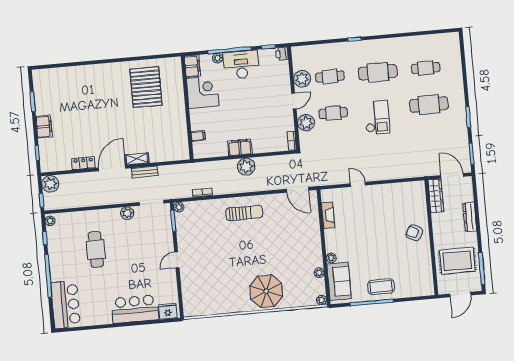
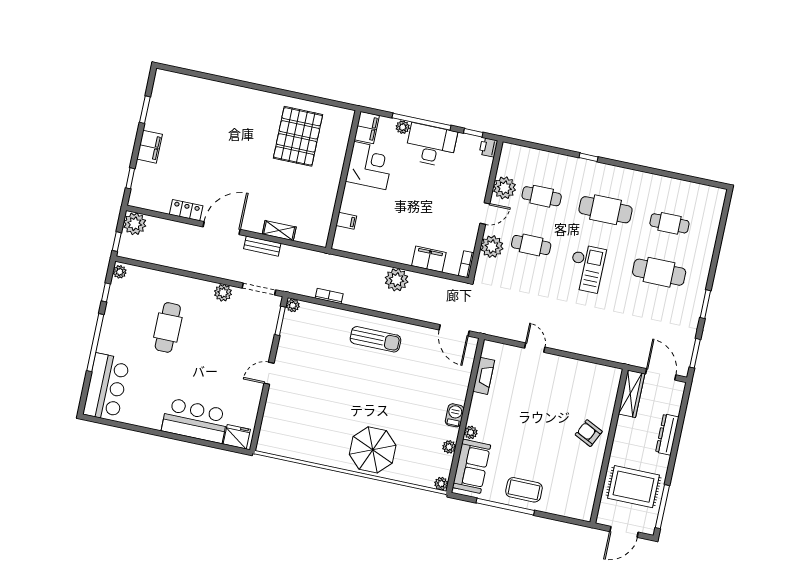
filing cabinet: (240, 147) -> (429, 259), moved
shelving: (137, 159) -> (279, 231), moved
barbecue: (316, 249) -> (455, 415), added

